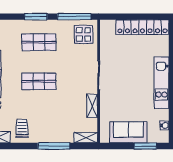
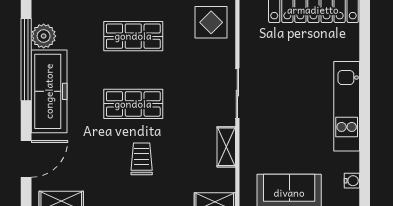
trolley: (22, 128) -> (142, 159), moved

